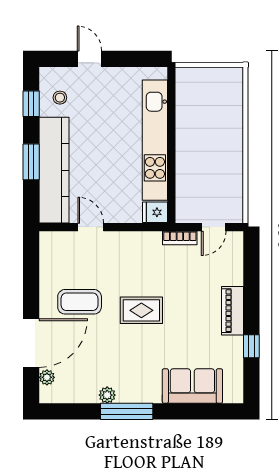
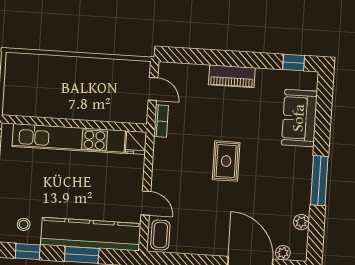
door: (91, 227) -> (146, 203), swing flipped
coffee table: (80, 302) -> (160, 235), moved, width x0.73, depth x0.77
window: (251, 346) -> (294, 63), moved
plant: (107, 395) -> (301, 222), moved

